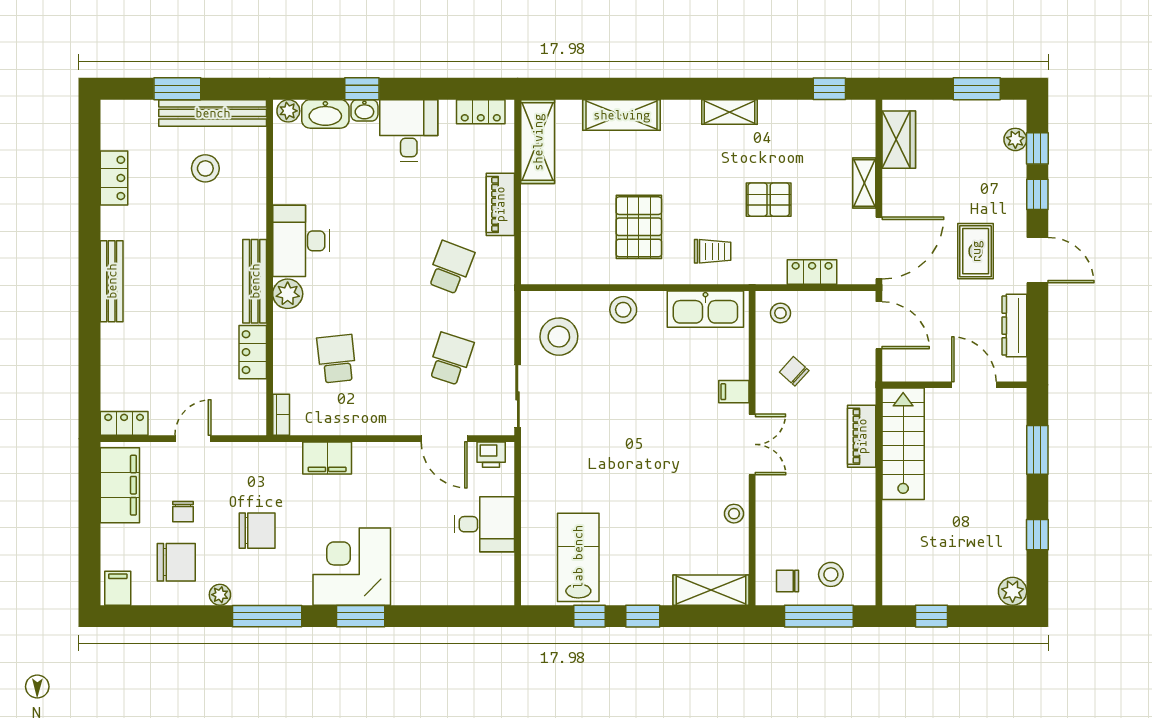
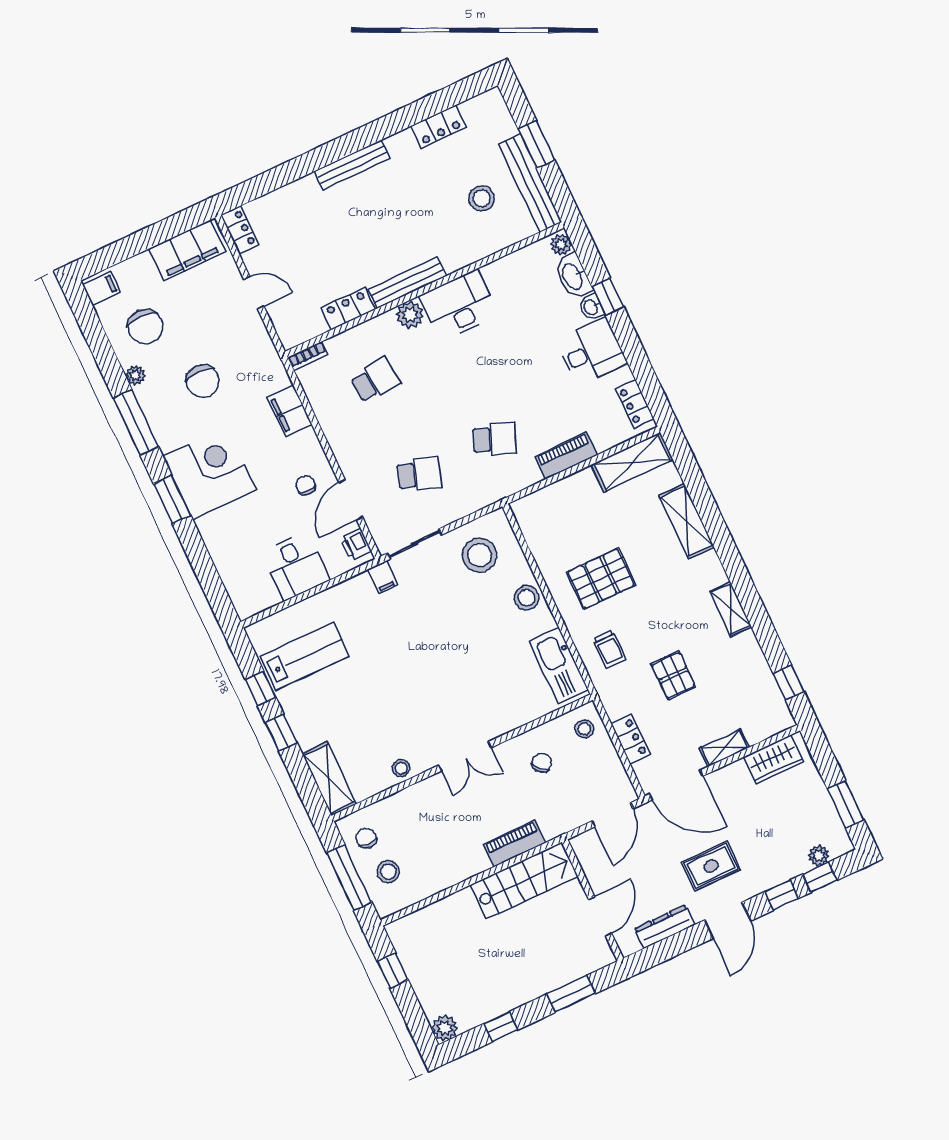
filing cabinet: (734, 392) -> (383, 577), moved, turned 180
chair: (183, 512) -> (306, 485), moved, turned 93

